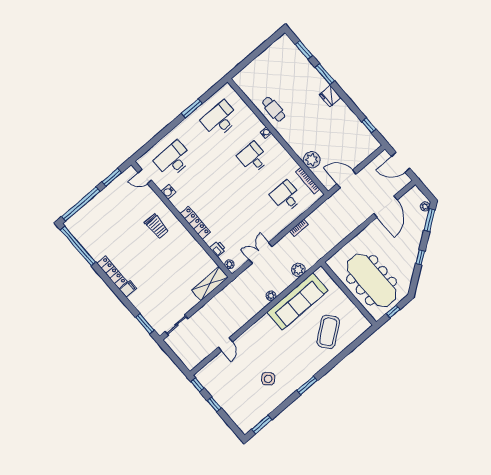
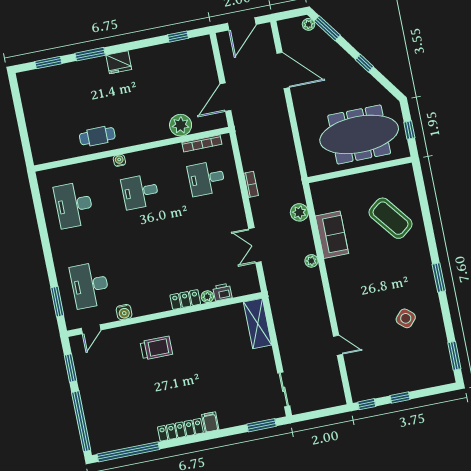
window: (192, 108) -> (57, 302), moved
locker: (195, 223) -> (185, 299), width x0.66
plant: (229, 264) -> (207, 297), moved
sofa: (297, 301) -> (332, 235), width x0.54, depth x0.79

